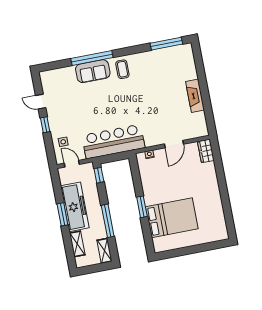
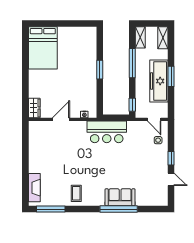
coffee table: (122, 69) -> (76, 193), moved
fireplace: (195, 96) -> (34, 188), moved
bar counter: (113, 142) -> (107, 132), width x0.73
bed: (172, 218) -> (43, 48), moved, turned -90
shelving: (77, 244) -> (163, 38), moved

